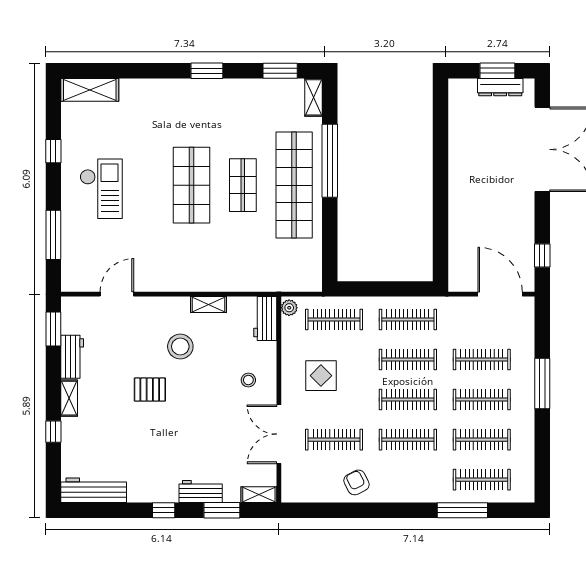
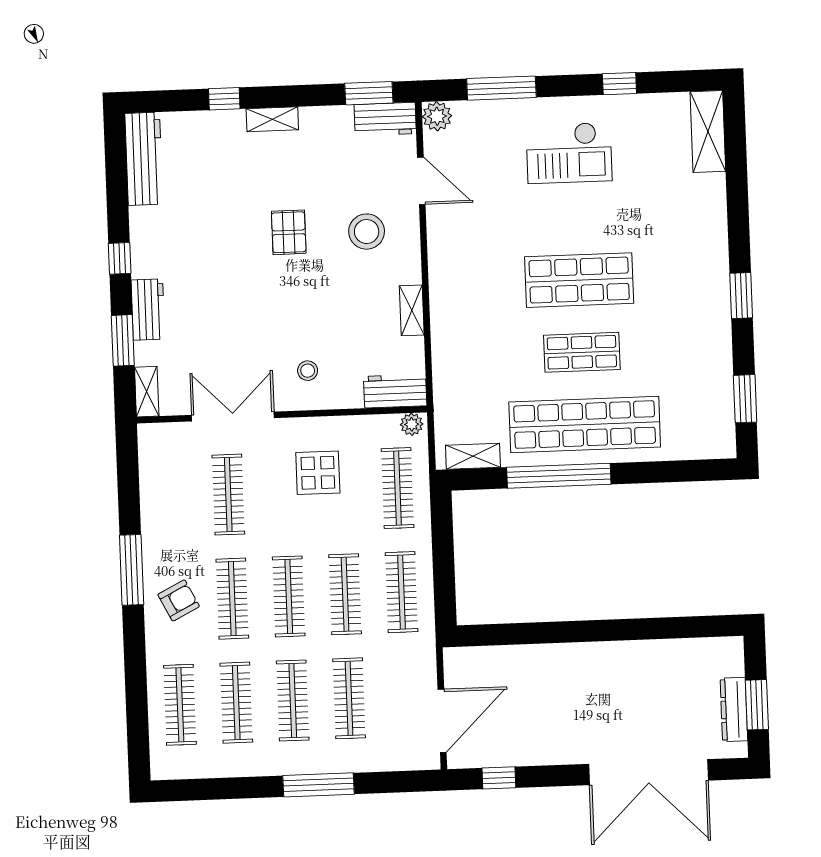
shelving: (313, 97) -> (473, 456), moved
window: (330, 161) -> (559, 476), moved
plant: (72, 281) -> (437, 116), added
stool: (180, 346) -> (367, 232), moved
workbench: (72, 357) -> (385, 119), moved
armchair: (357, 482) -> (179, 600), moved
window: (462, 510) -> (132, 570), moved

